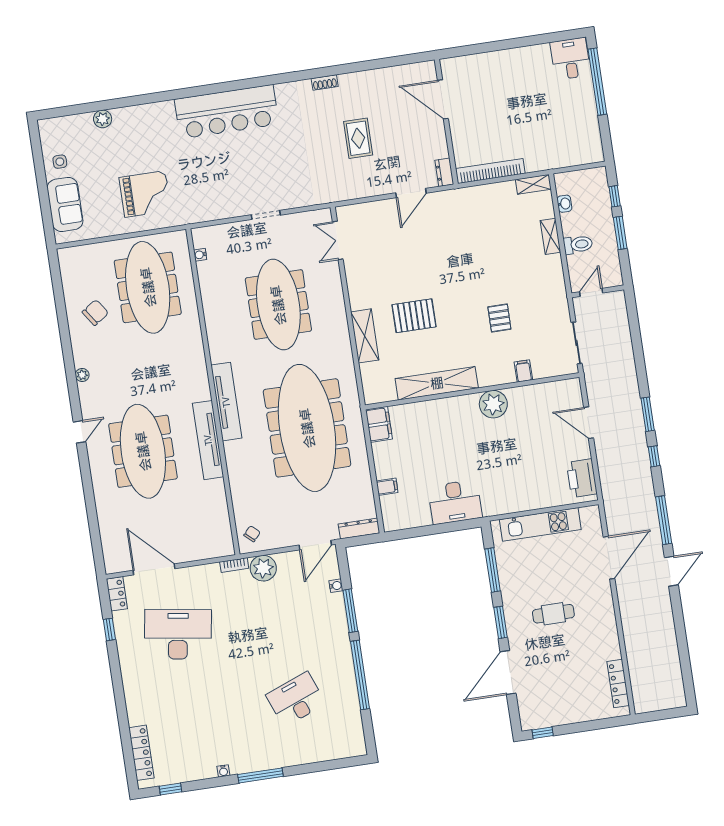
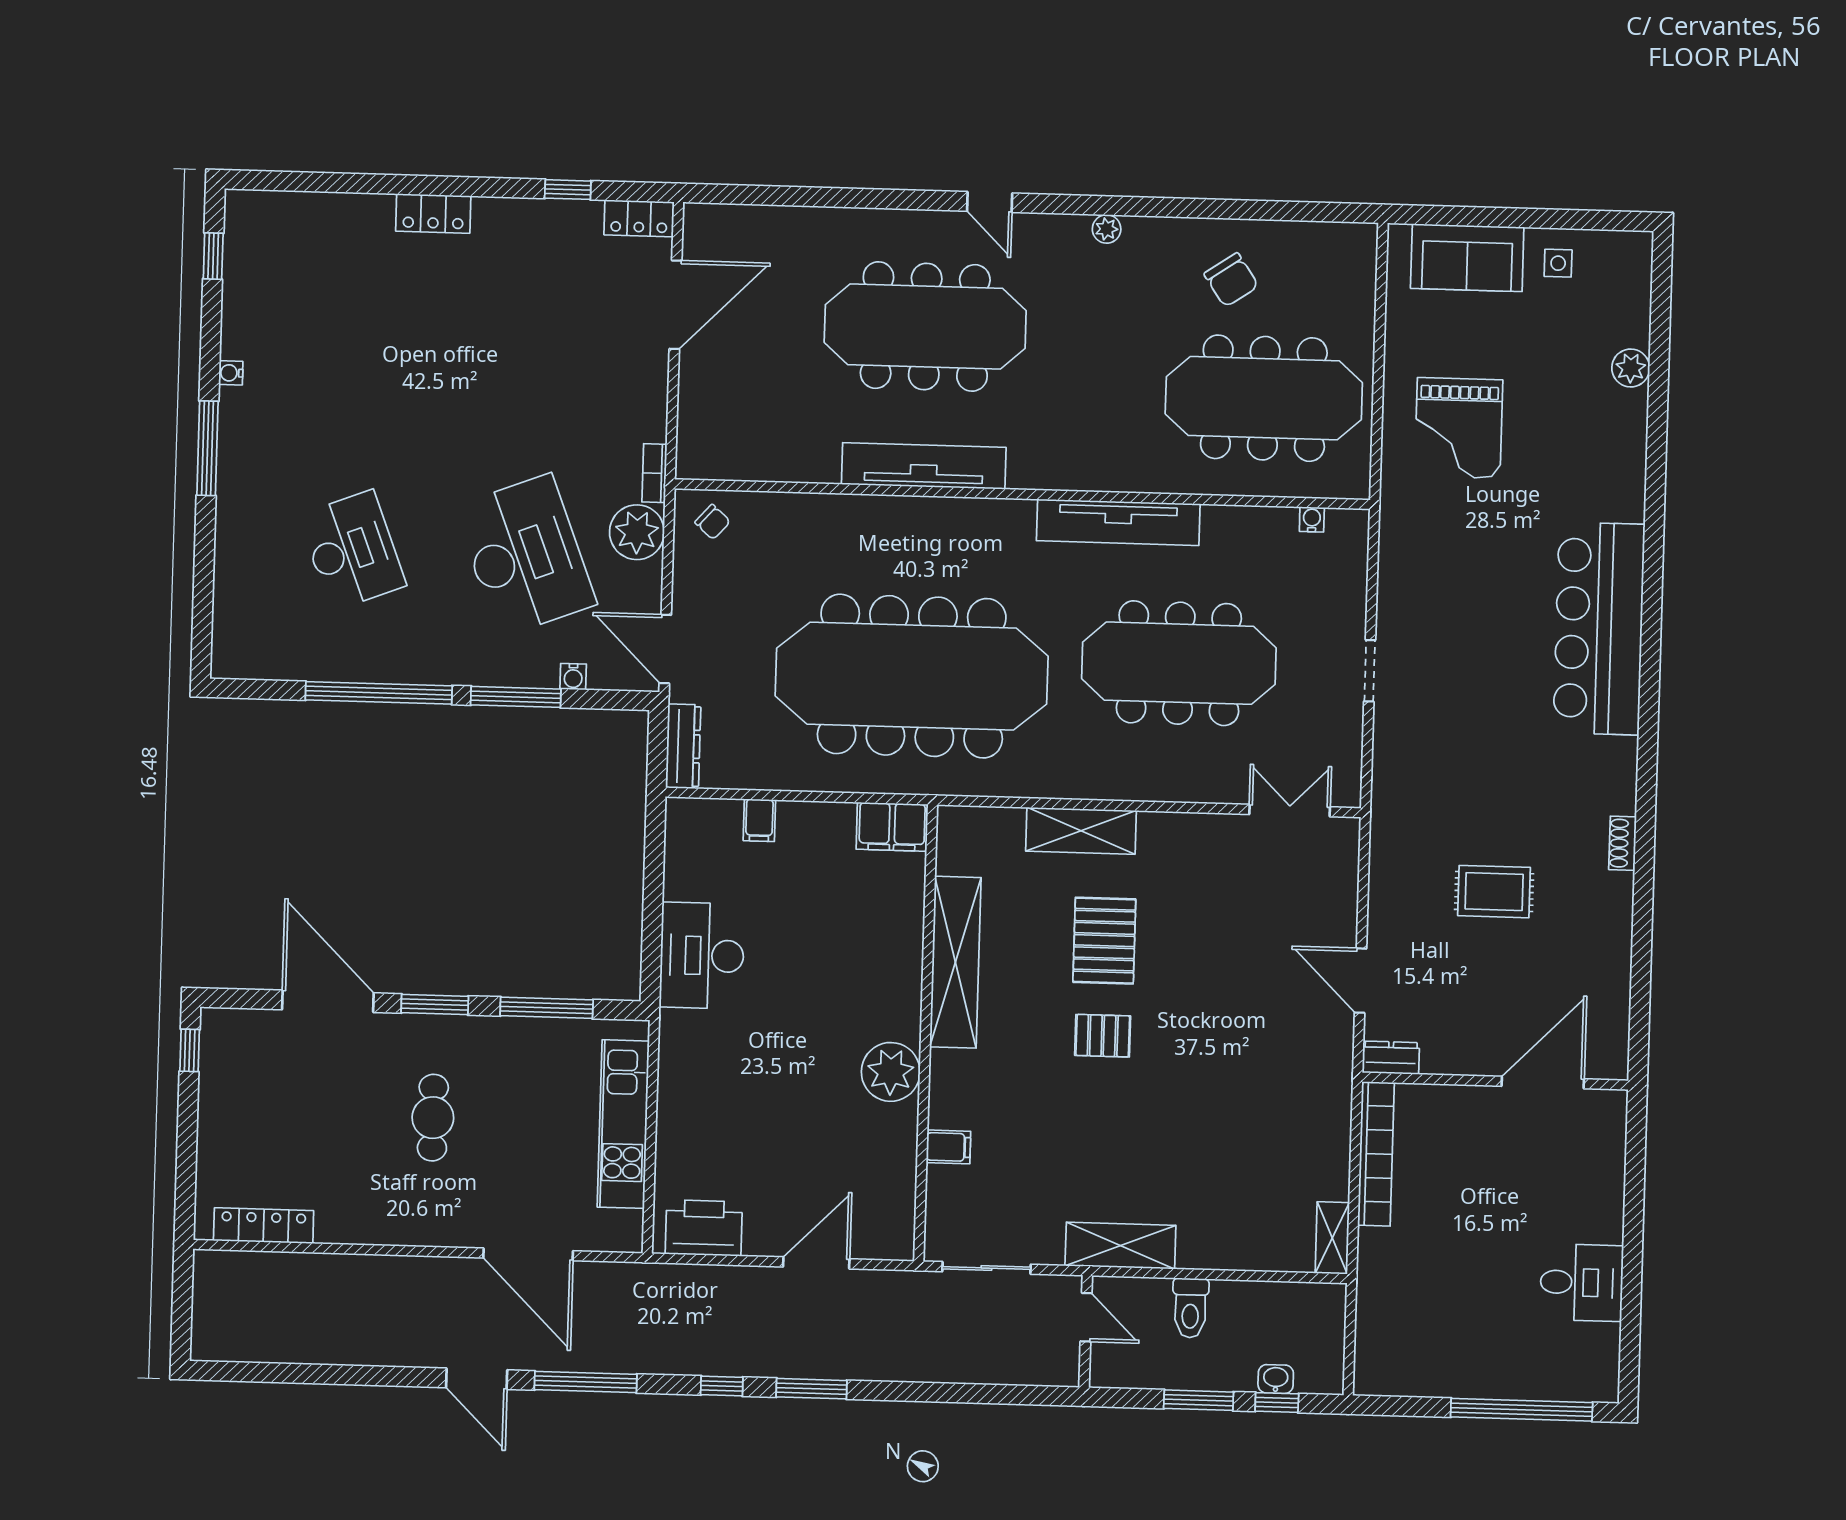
desk: (570, 59) -> (1582, 1283), moved
washbasin: (564, 204) -> (1276, 1379), moved, turned 180
shelving: (550, 236) -> (1120, 1246), moved, width x1.50, depth x1.33
pallet: (499, 318) -> (1103, 1036), moved
tv unit: (226, 402) -> (1118, 522), moved
desk: (178, 634) -> (525, 556), moved, turned -30
locker: (141, 753) -> (433, 213), moved, width x0.66

